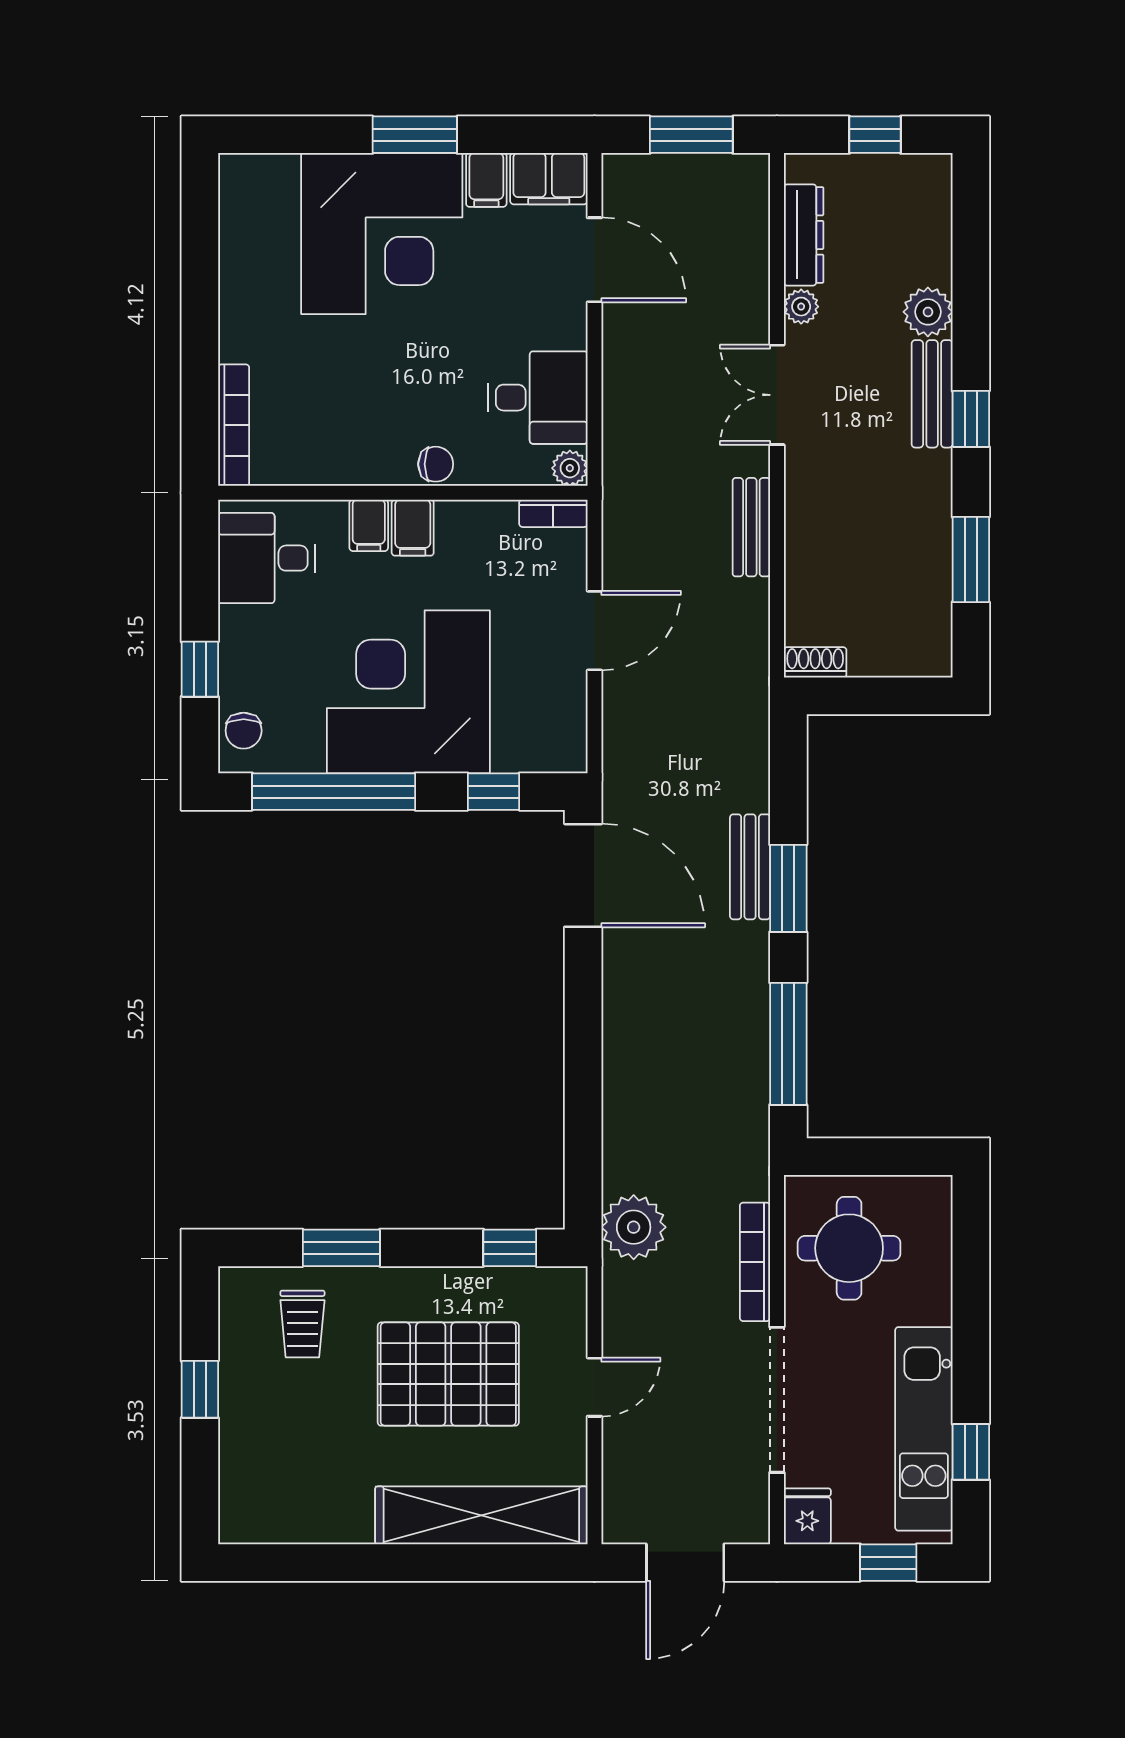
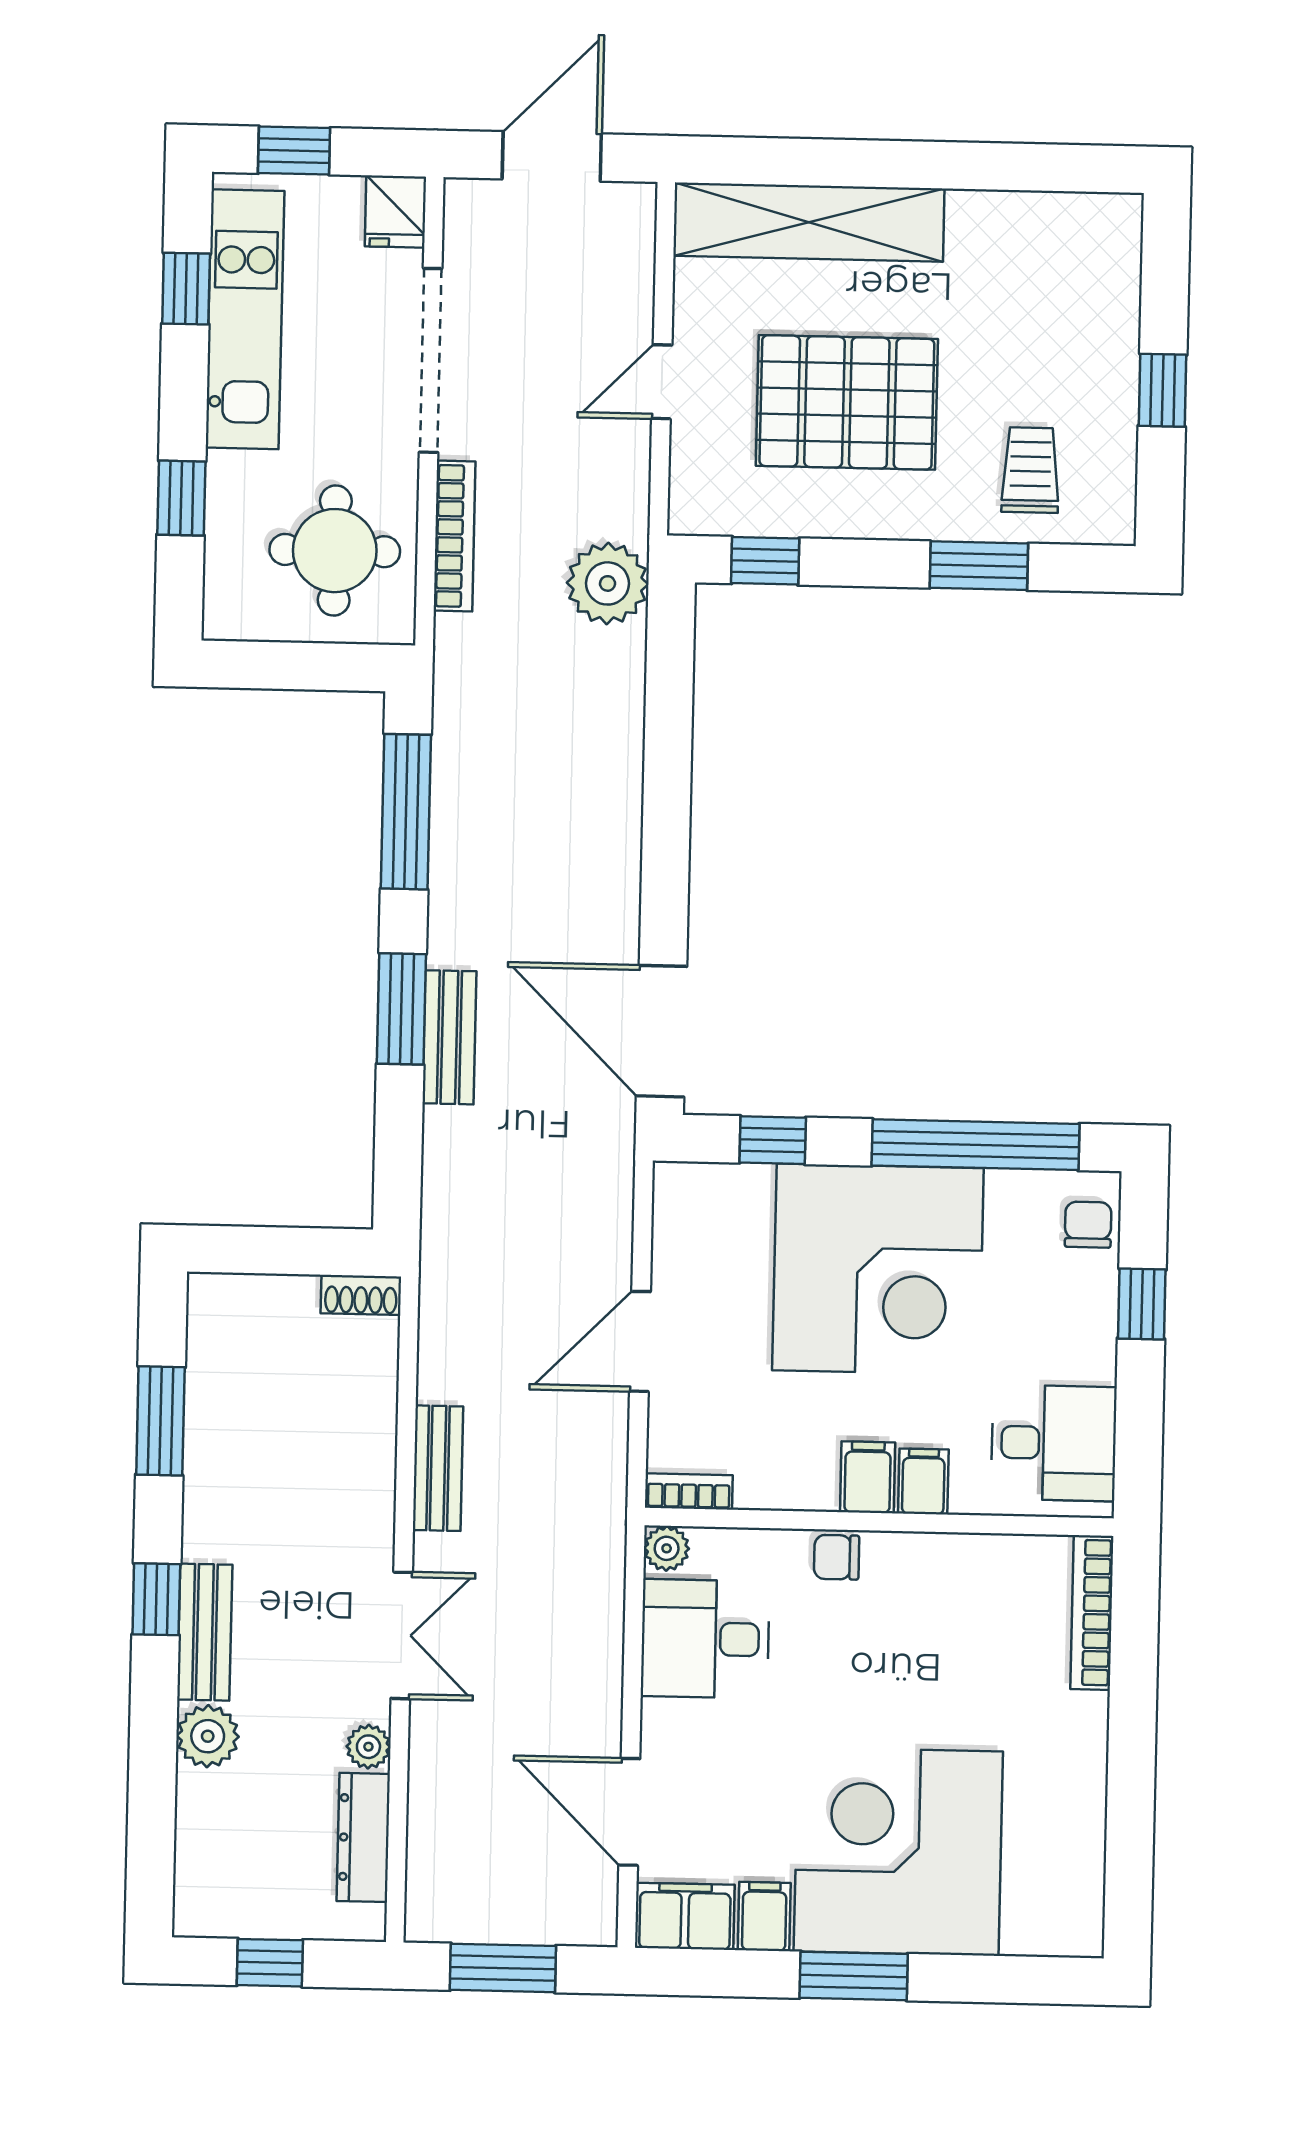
window: (971, 1287) -> (181, 498), added

